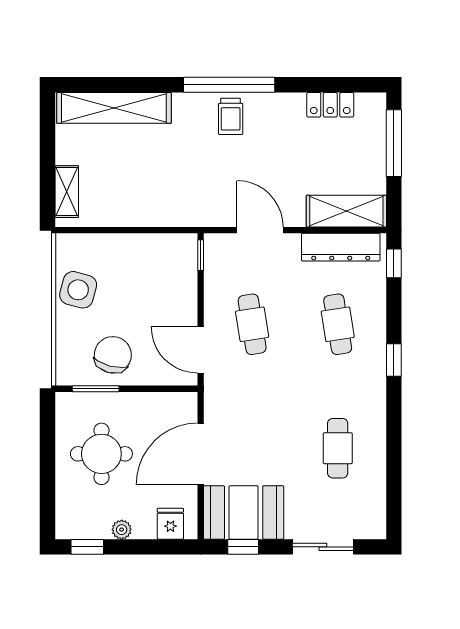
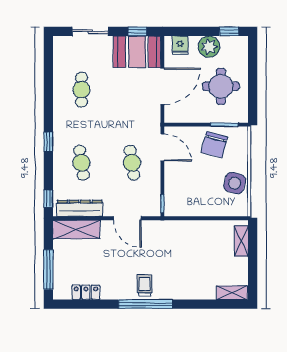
shelving: (114, 108) -> (232, 293), width x0.45, depth x0.75
plant: (122, 530) -> (209, 47), width x1.87, depth x1.87

